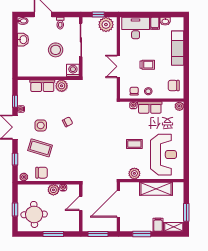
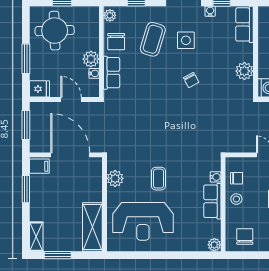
row of seats: (42, 86) -> (244, 24), moved
row of seats: (63, 176) -> (112, 73), added
shelving: (156, 189) -> (92, 227), moved
fridge: (74, 225) -> (40, 89), added
filing cabinet: (158, 225) -> (39, 166), moved

